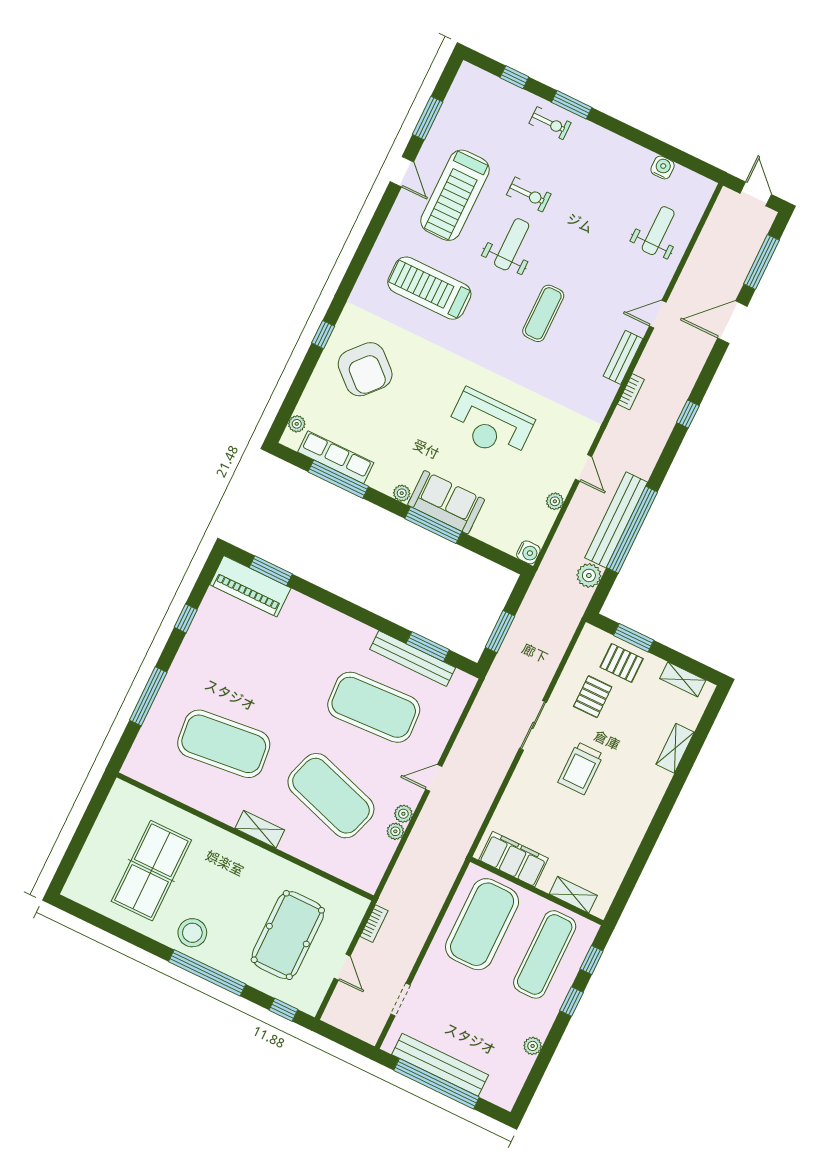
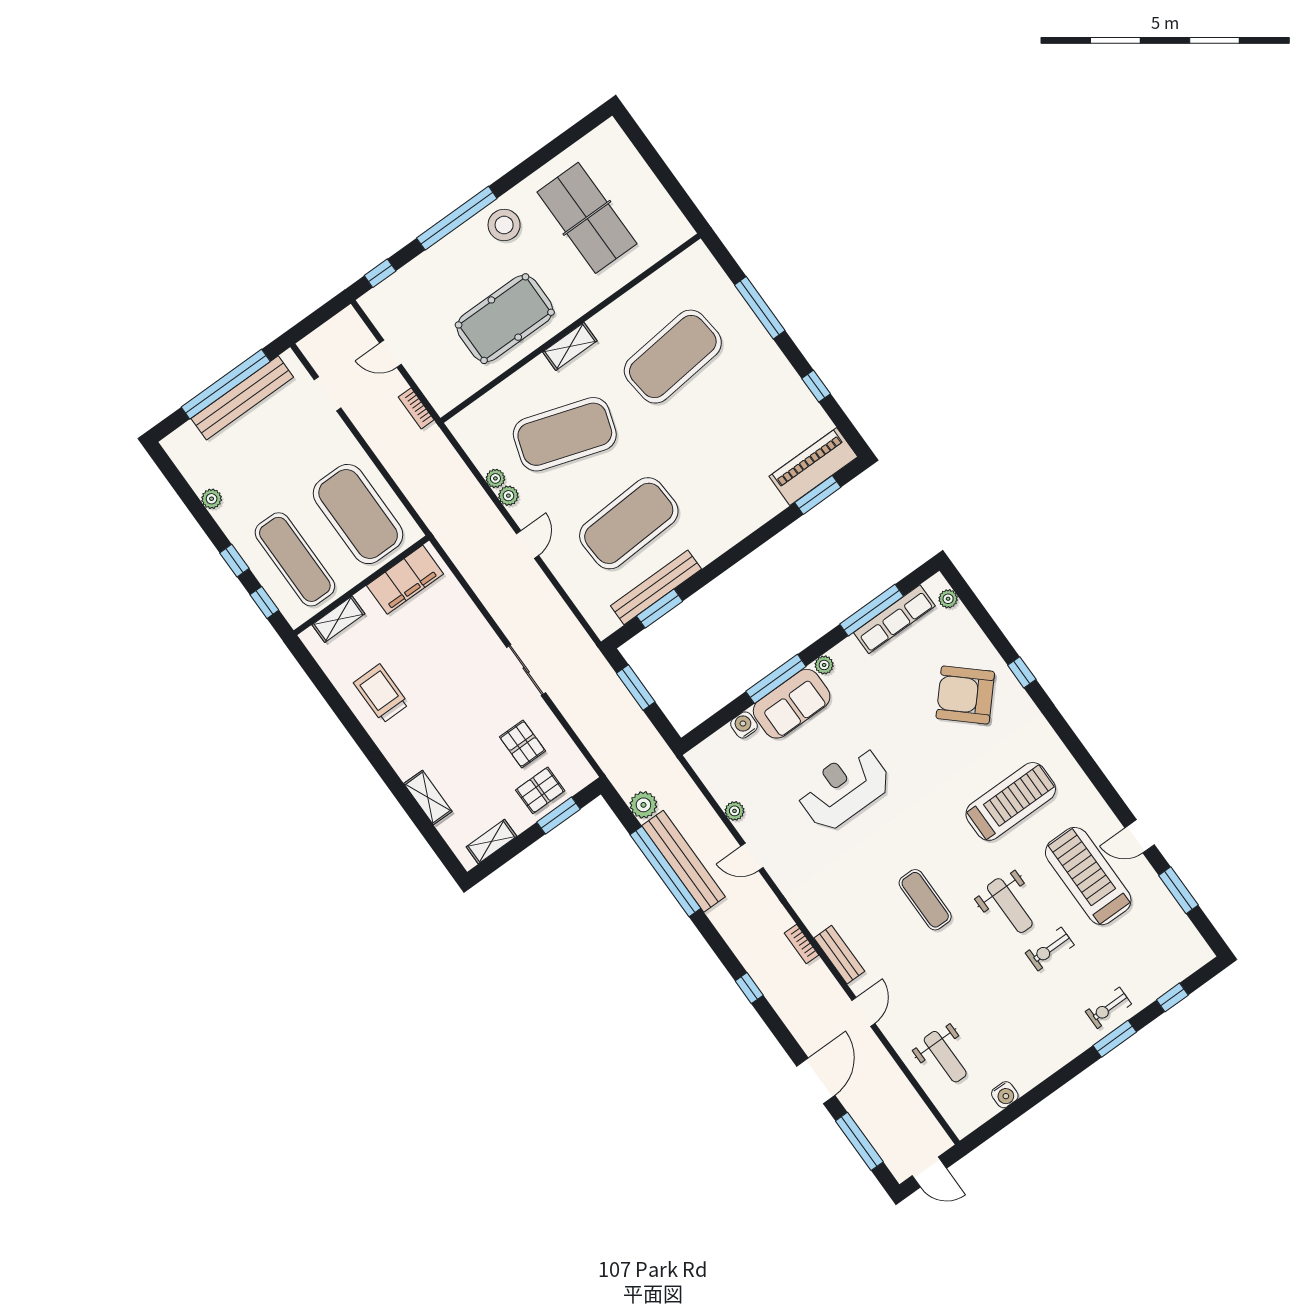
water cooler: (528, 552) -> (744, 725), moved, turned 90
trolley: (581, 768) -> (381, 694), moved
pool table: (288, 935) -> (505, 319), moved, turned 90

